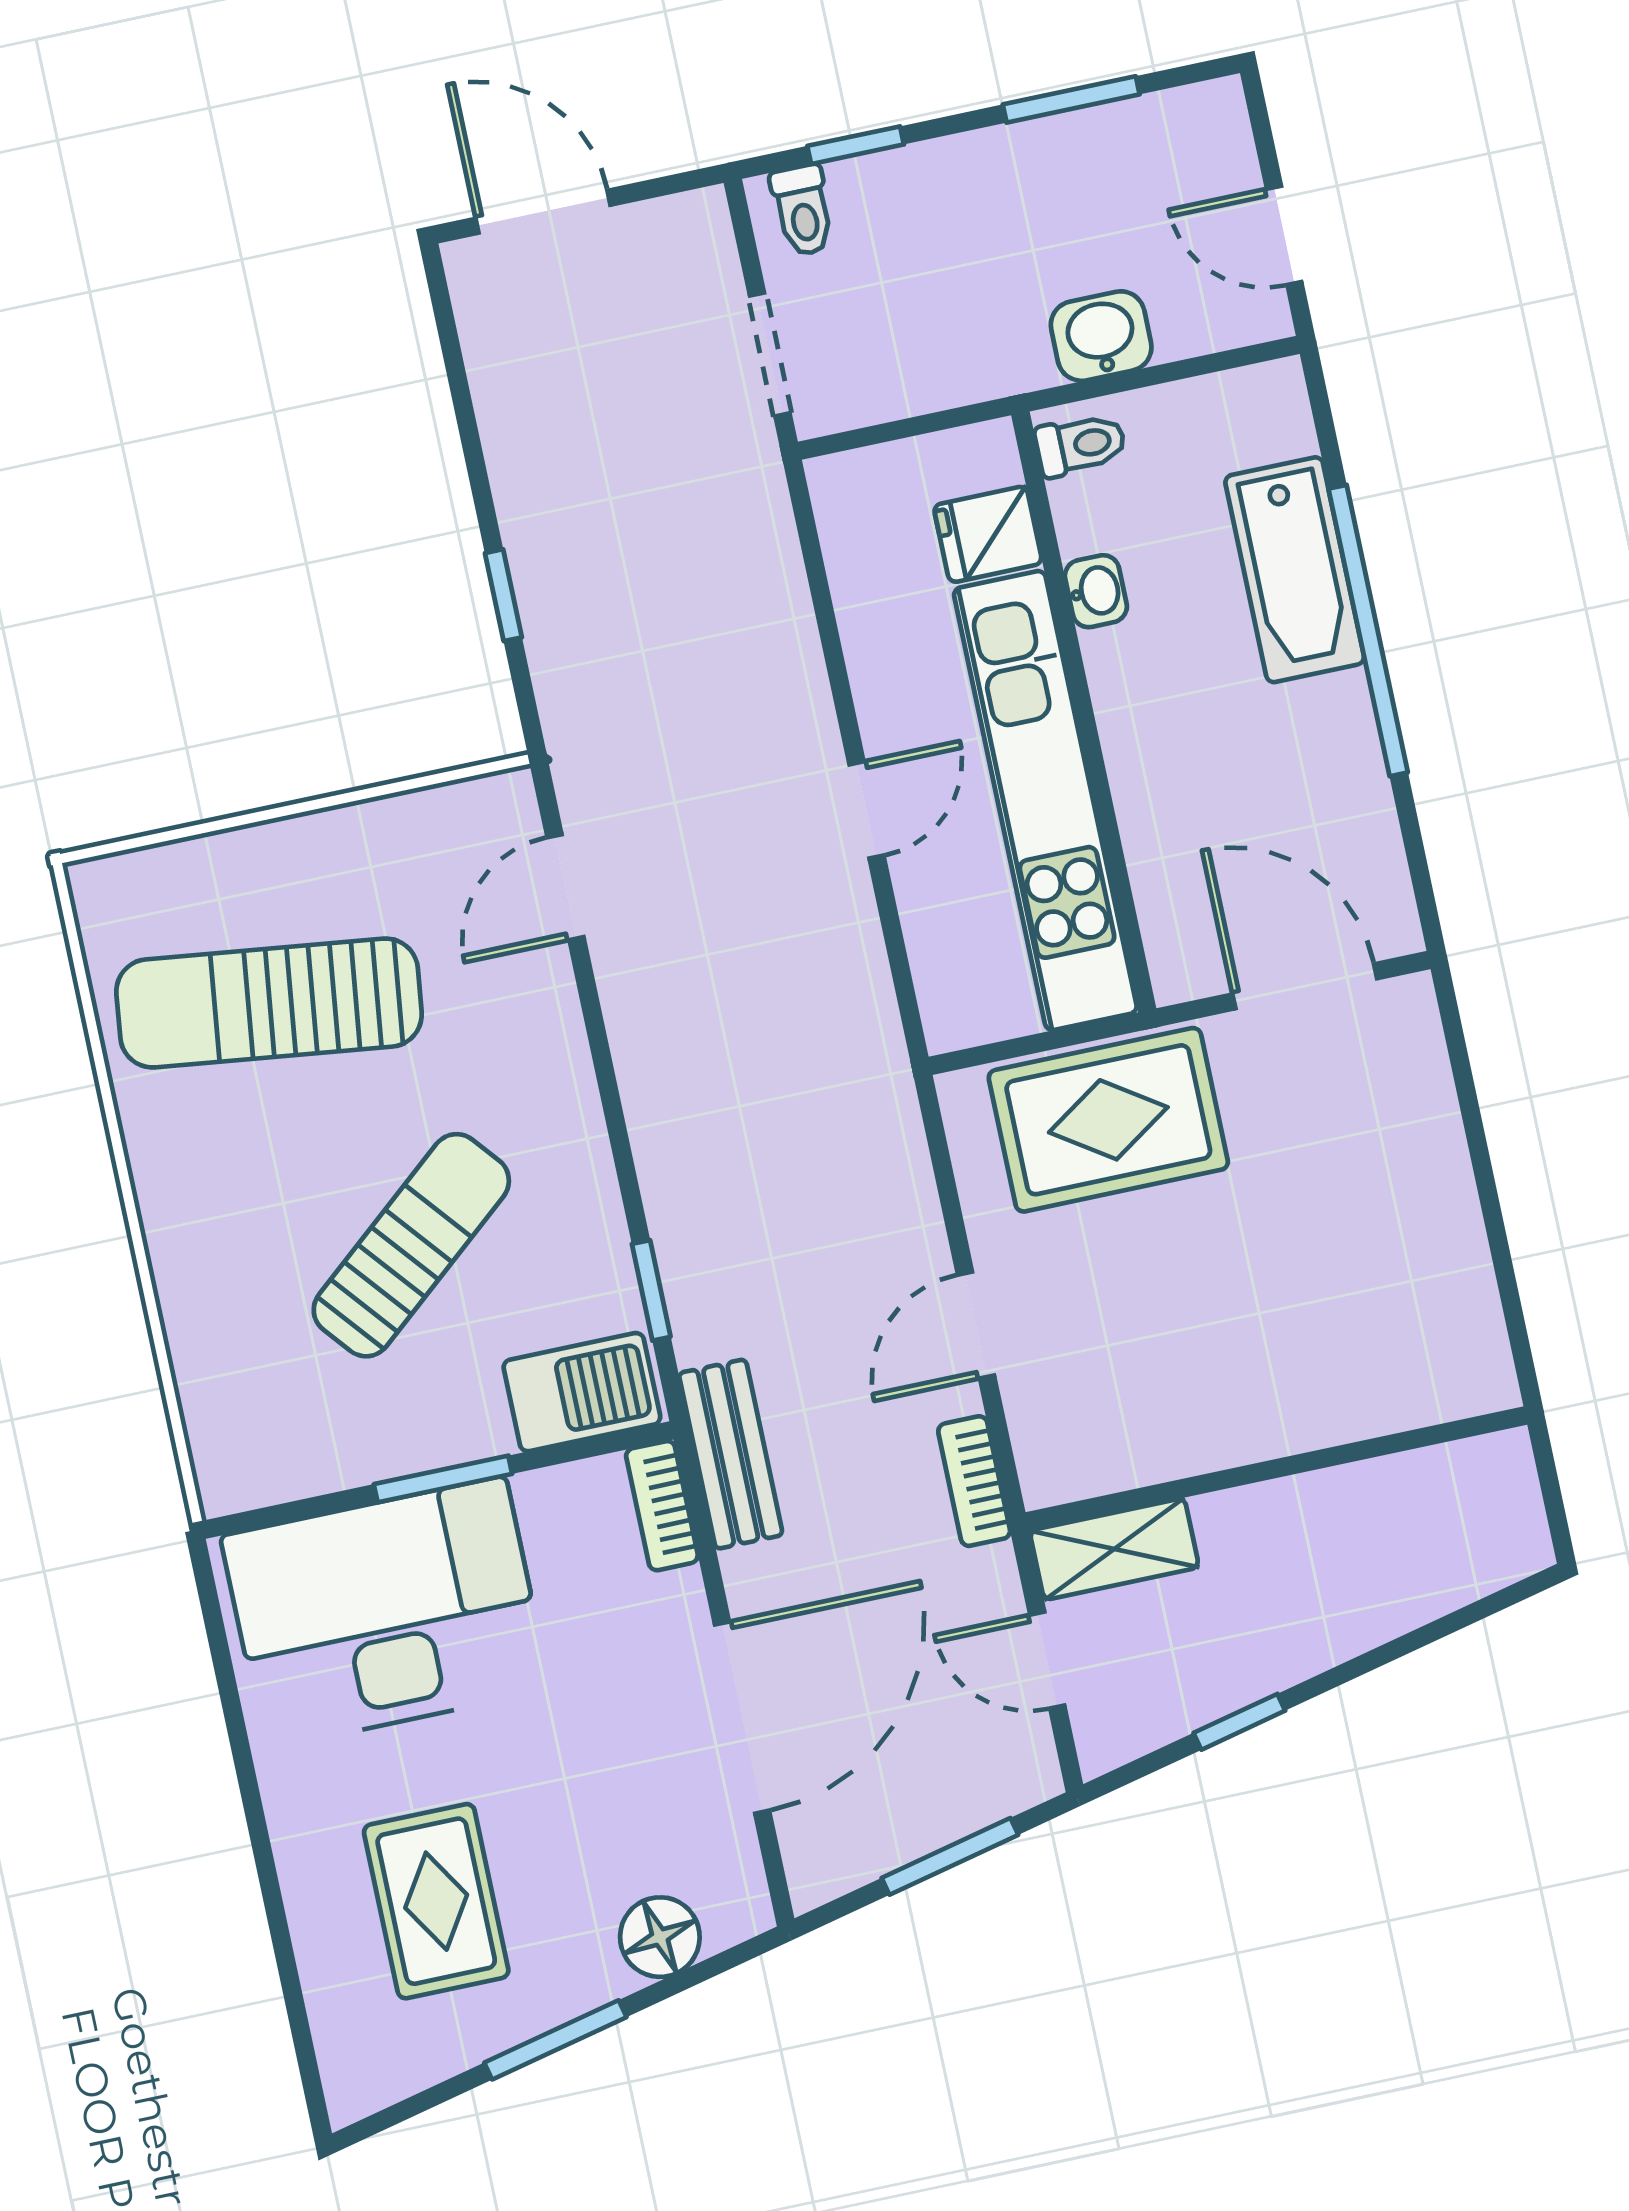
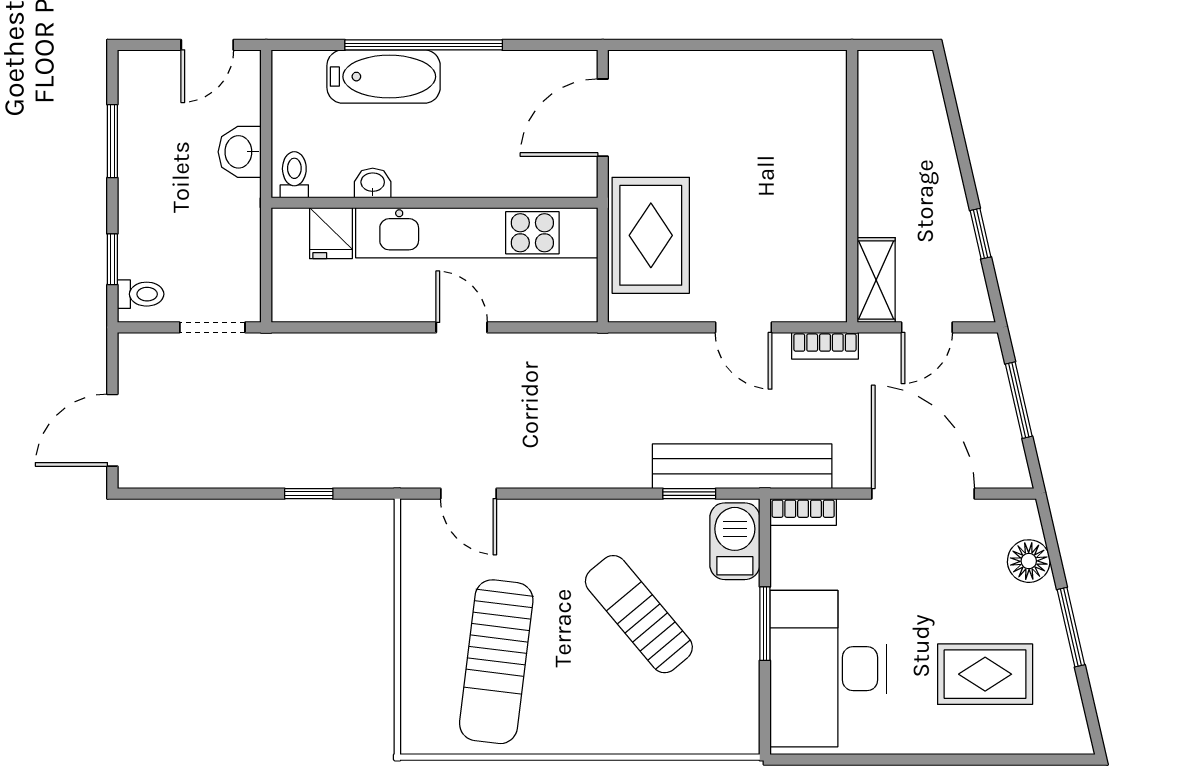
bench: (731, 1454) -> (742, 466), width x1.86, depth x1.21

